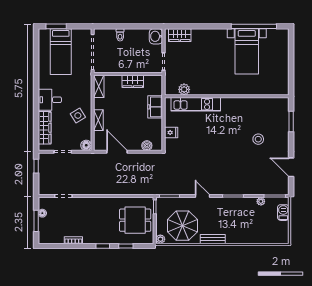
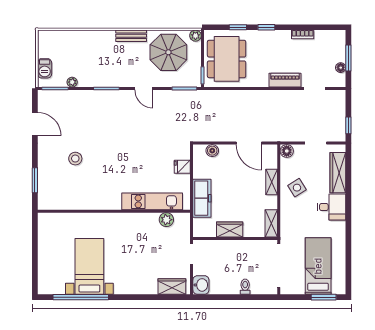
freezer: (155, 107) -> (202, 198), width x1.40
piano: (88, 203) -> (285, 80), added
dining table: (135, 220) -> (227, 59), width x1.37

